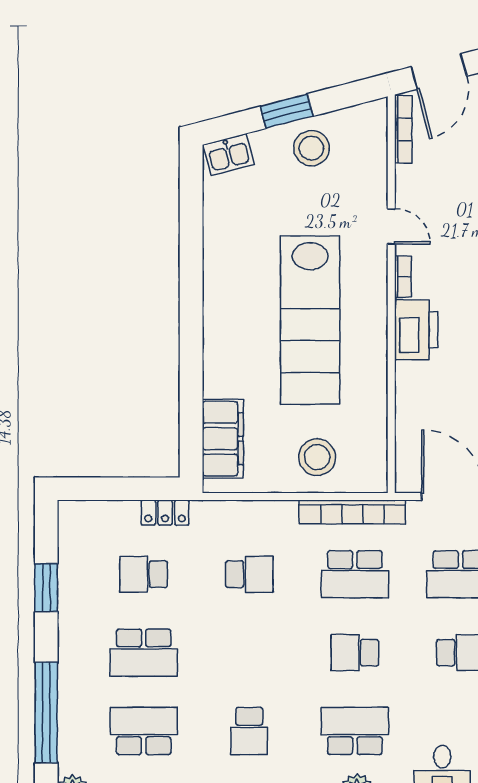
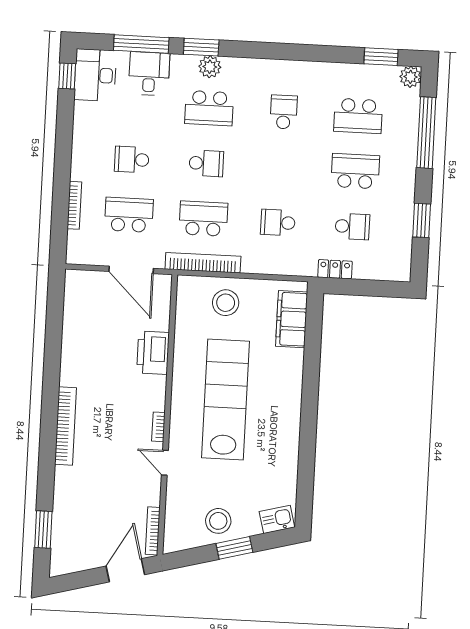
printer: (416, 330) -> (153, 353), moved

